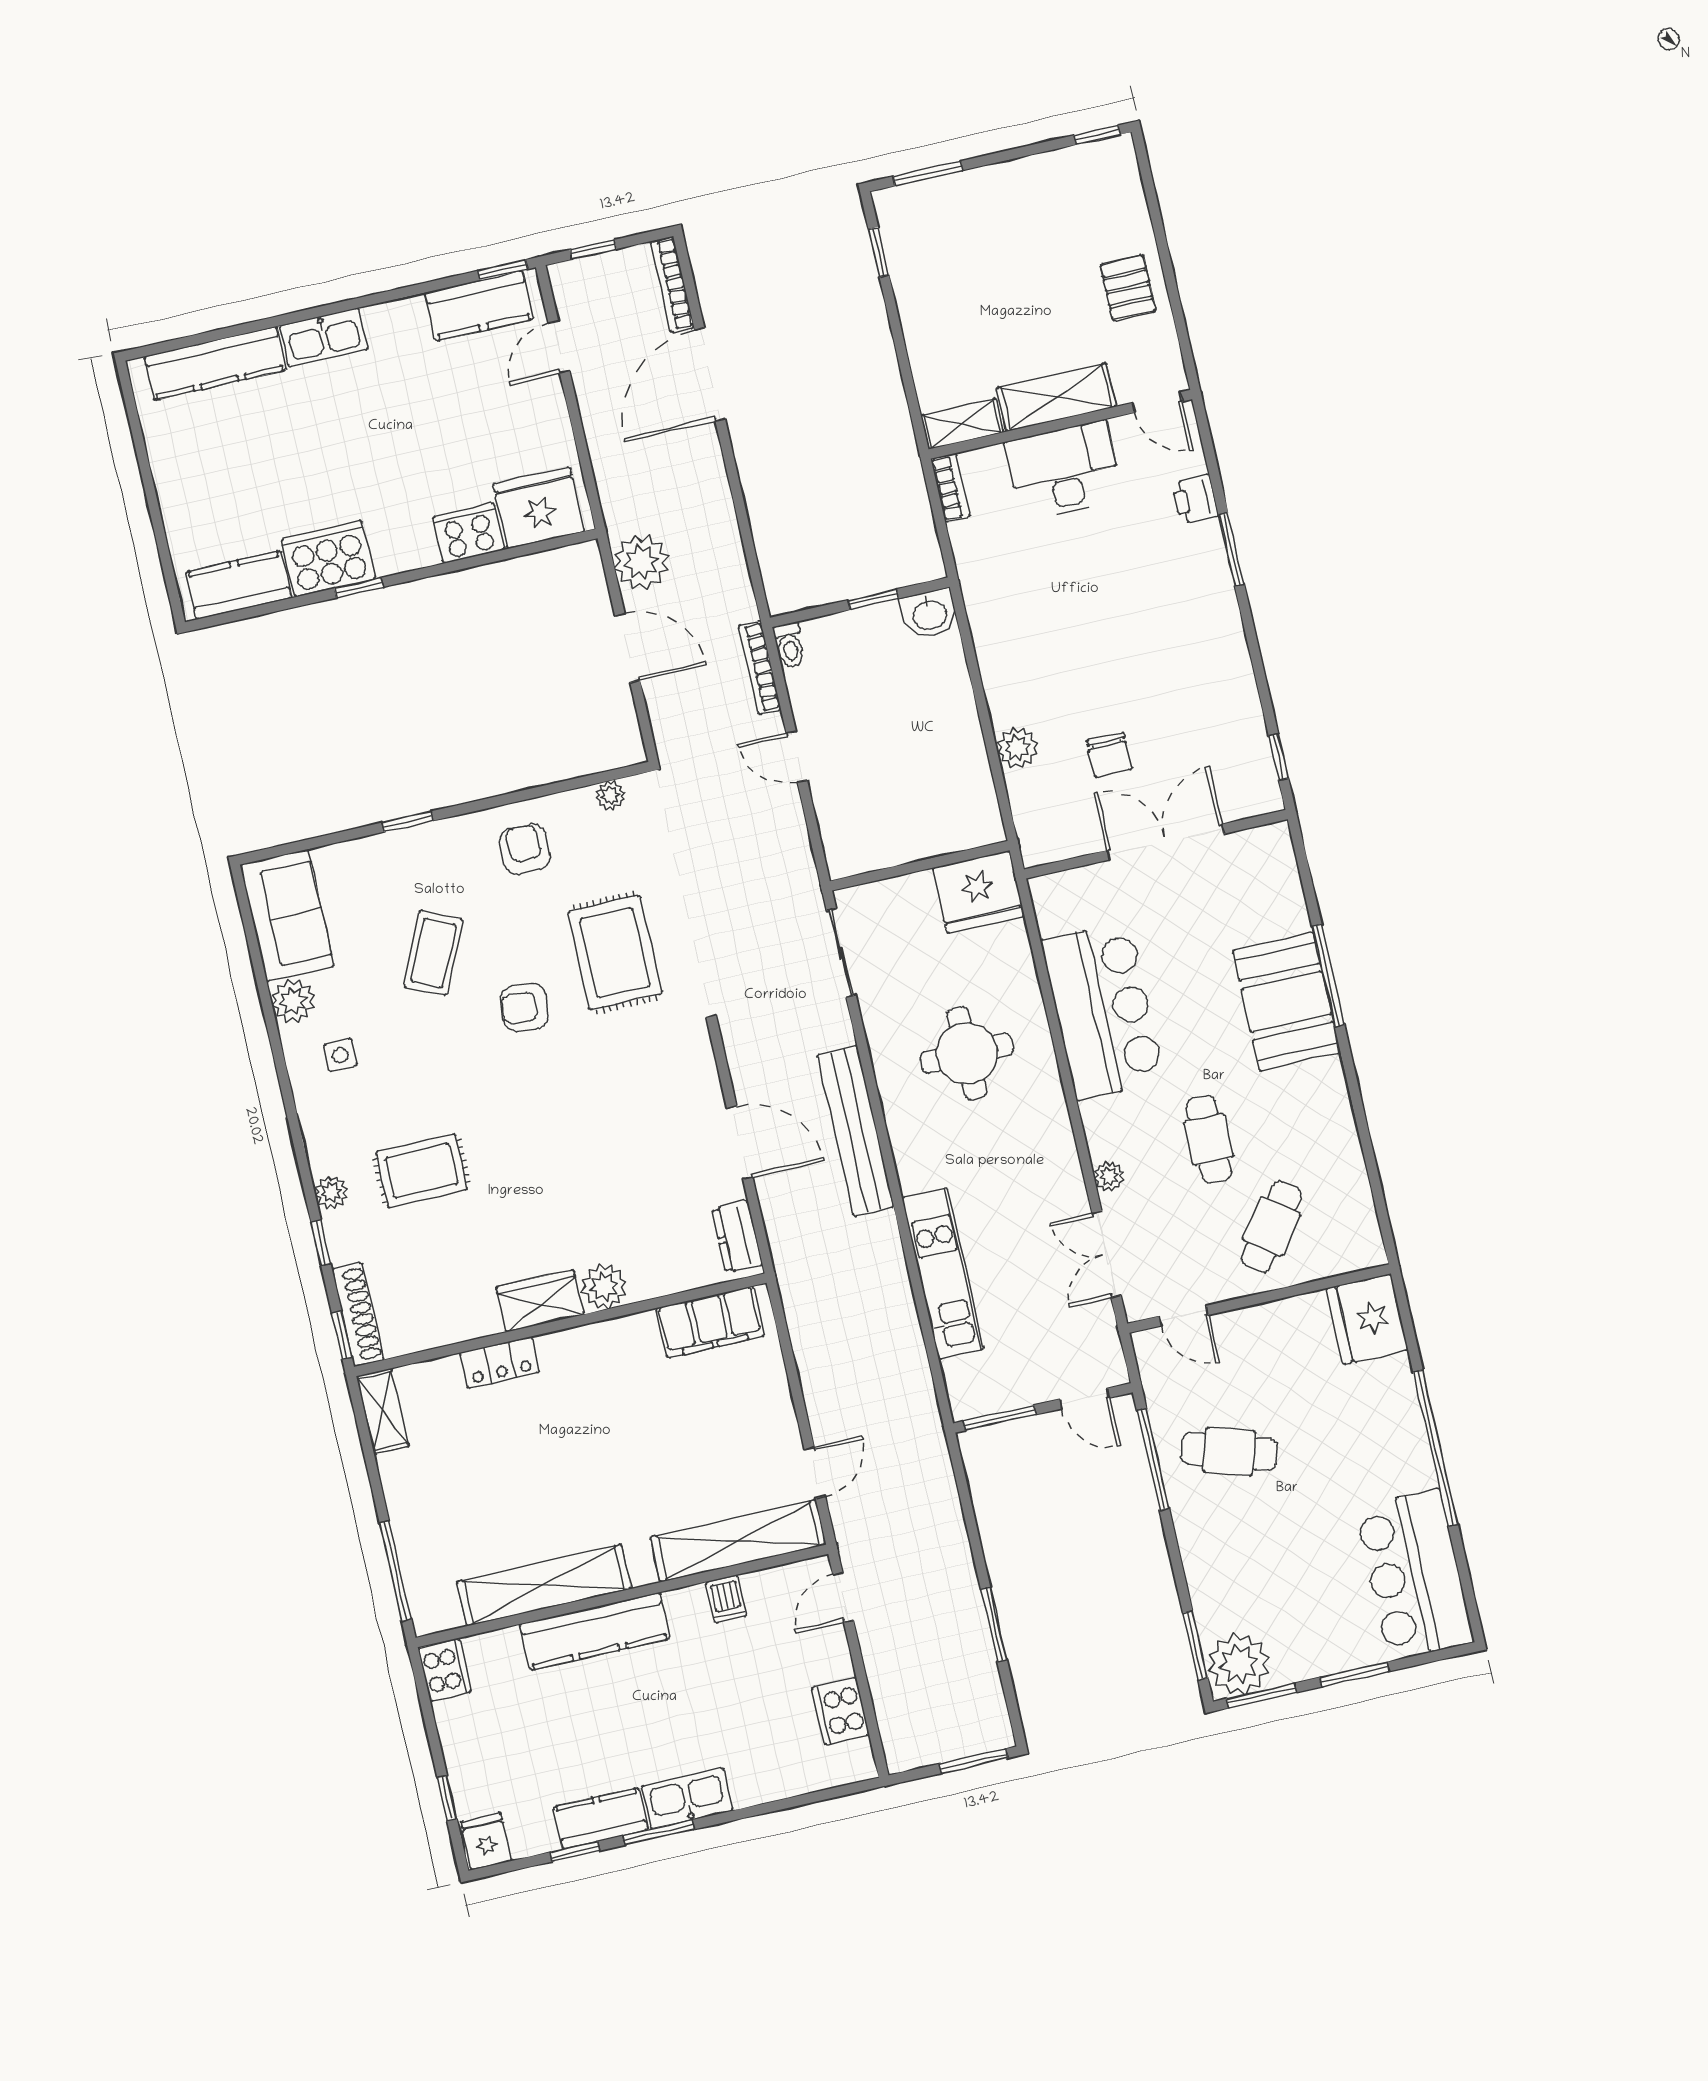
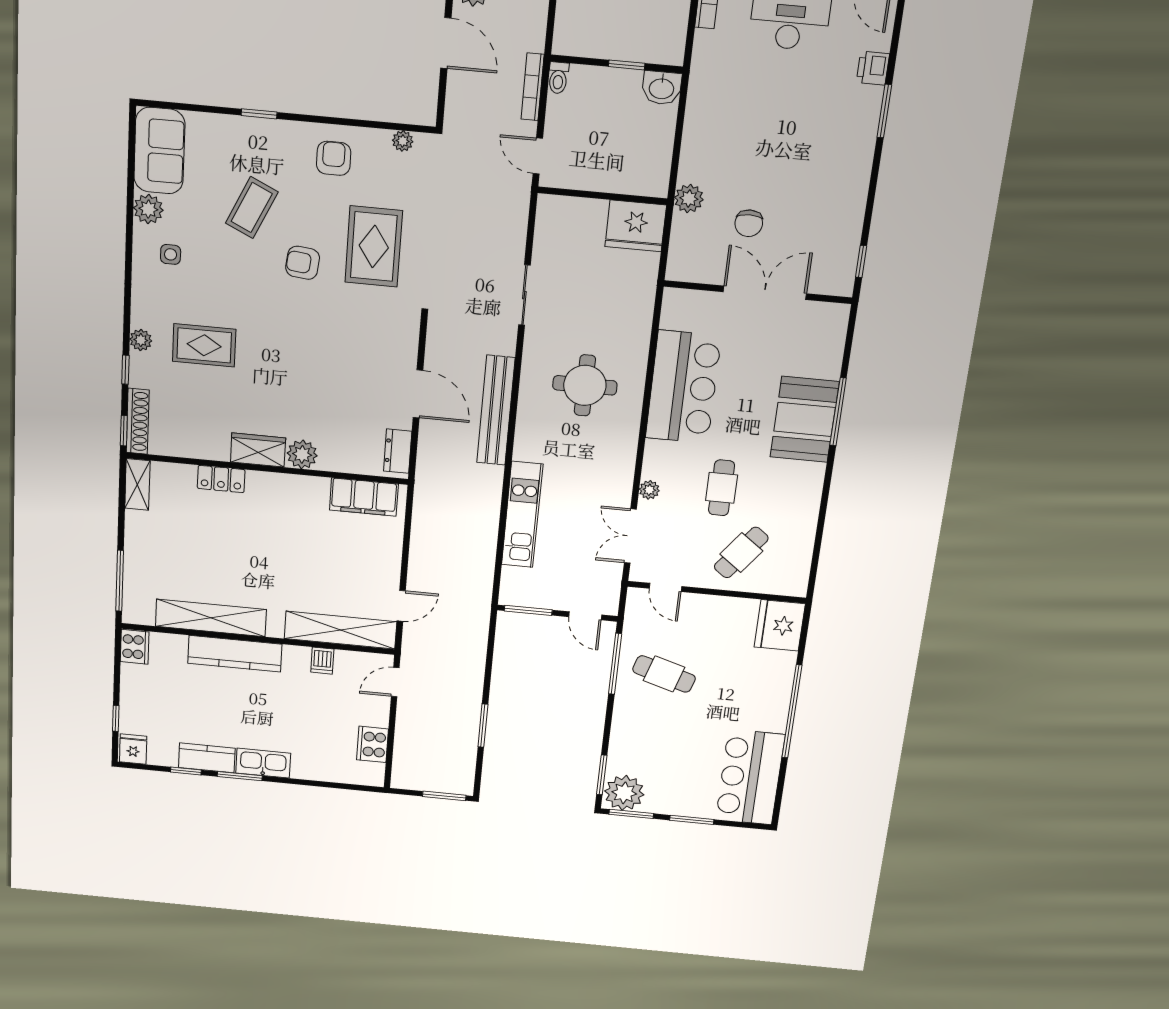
wall: (920, 866) -> (602, 196), moved
fridge: (978, 892) -> (636, 226), moved

